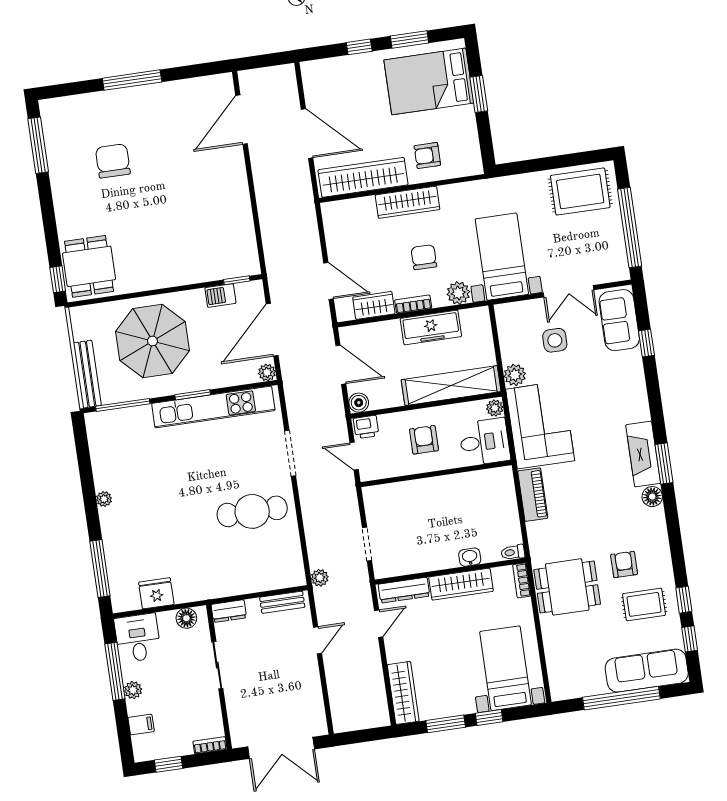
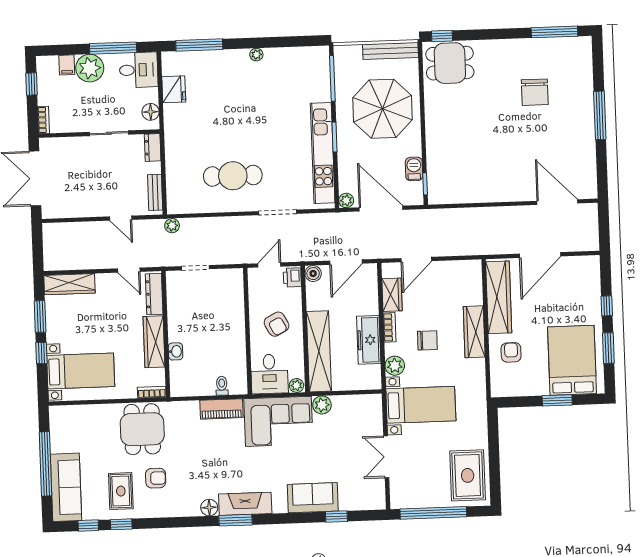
chair: (113, 161) -> (535, 92), turned 90
sofa: (619, 320) -> (313, 498), moved
side table: (555, 340) -> (347, 441), removed
bench: (87, 374) -> (390, 51), moved
armchair: (424, 440) -> (277, 324), turned 62
cafe table: (252, 511) -> (233, 176), turned 90
toilet: (513, 552) -> (222, 386), moved
plant: (133, 690) -> (90, 68), width x1.88, depth x1.88

